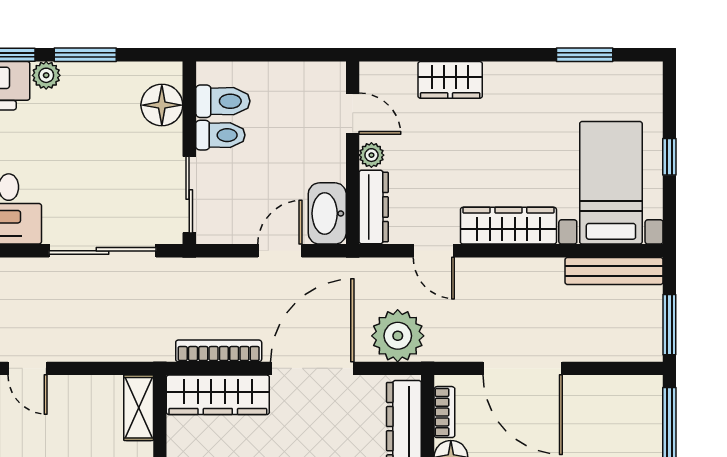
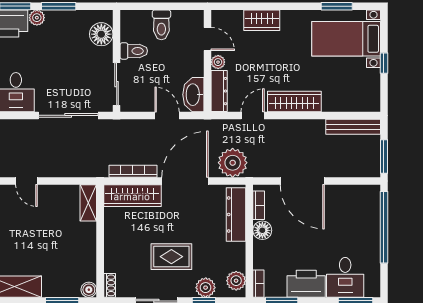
toilet: (223, 101) -> (161, 25), moved, turned 90
bed with nightstands: (611, 183) -> (346, 39), moved, turned -90
door: (280, 251) -> (167, 115), hinge flipped
door: (434, 251) -> (253, 115), swing flipped

